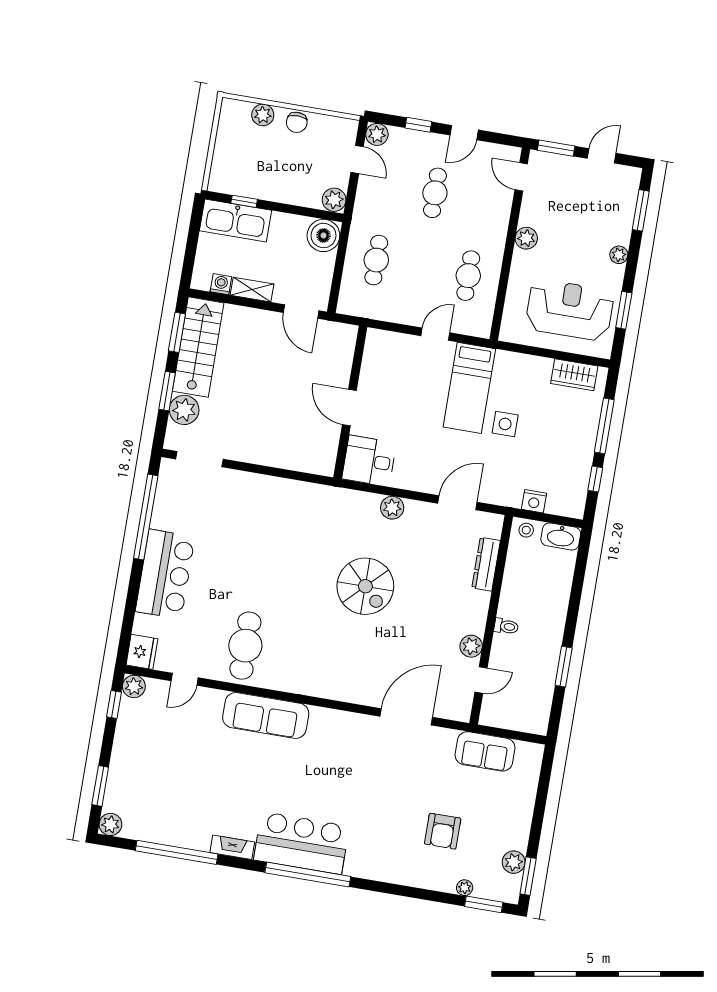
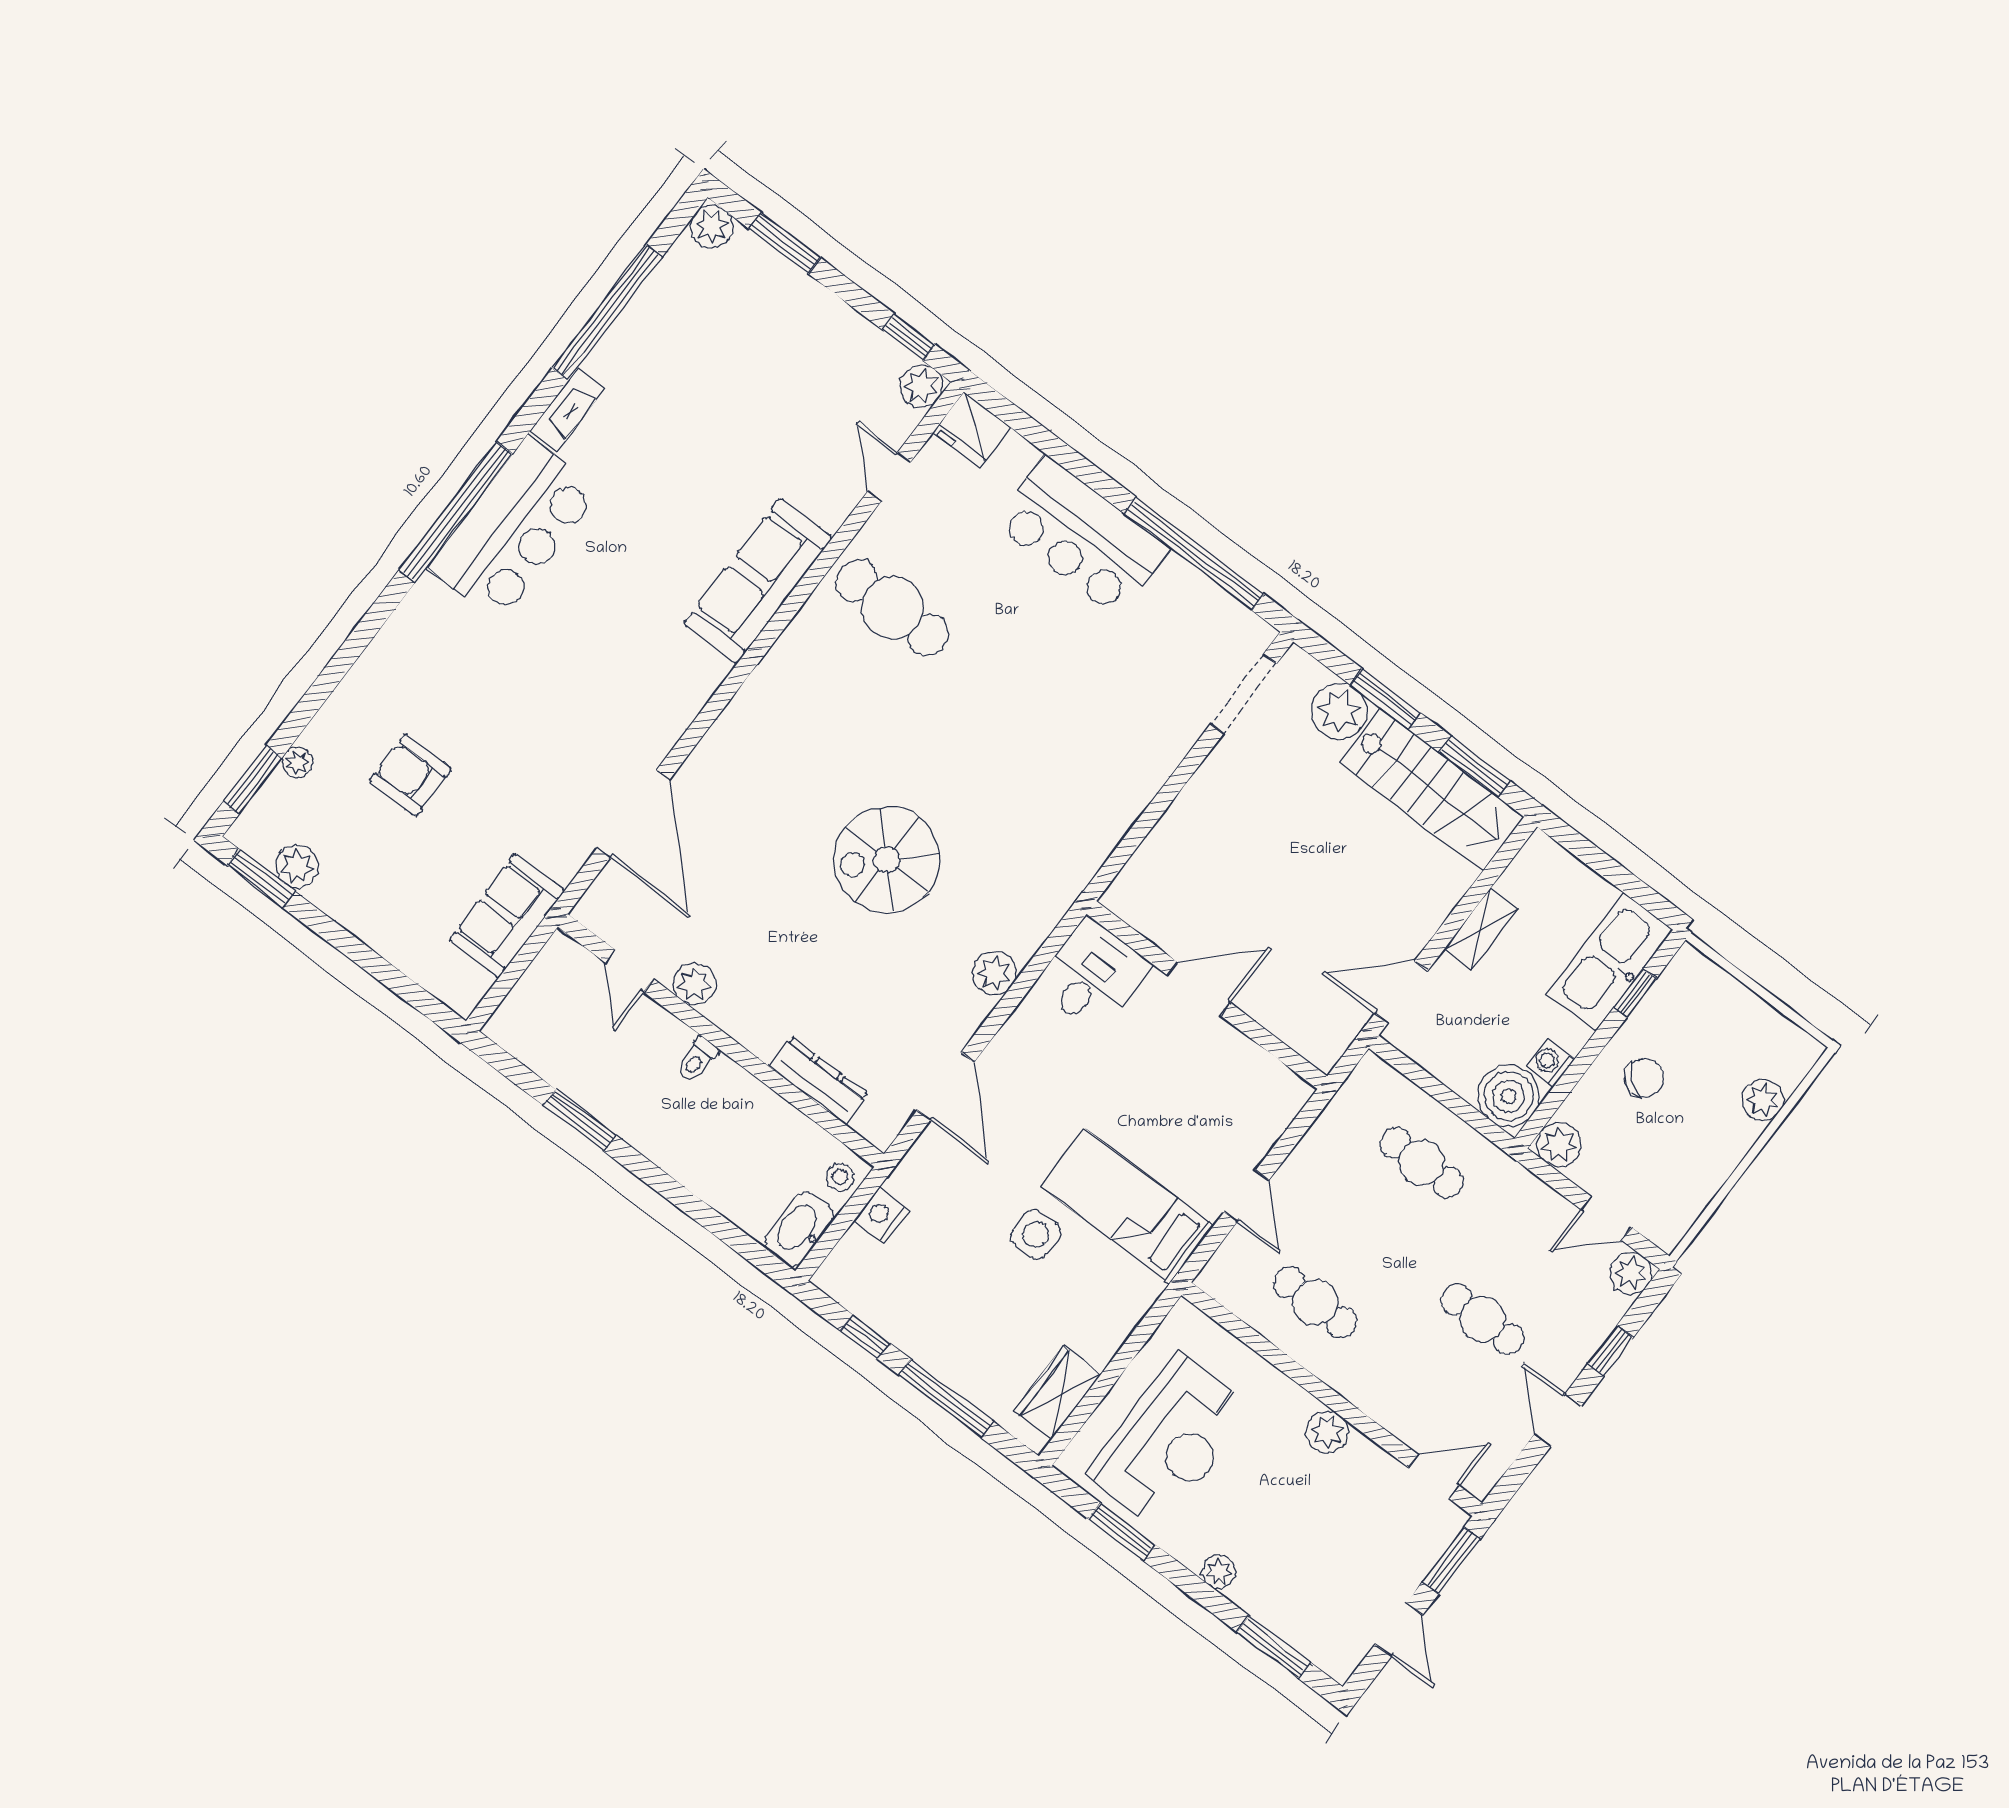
chair: (297, 122) -> (1644, 1078), moved, turned 128
washing machine: (221, 284) -> (1550, 1063), moved, turned 180

